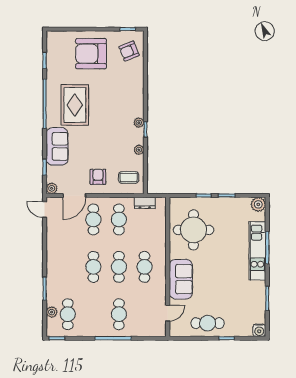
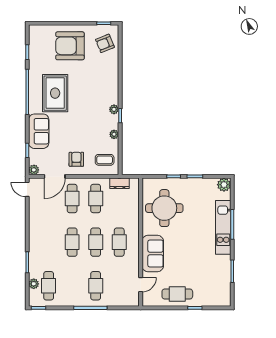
water cooler: (259, 330) -> (225, 301), removed

